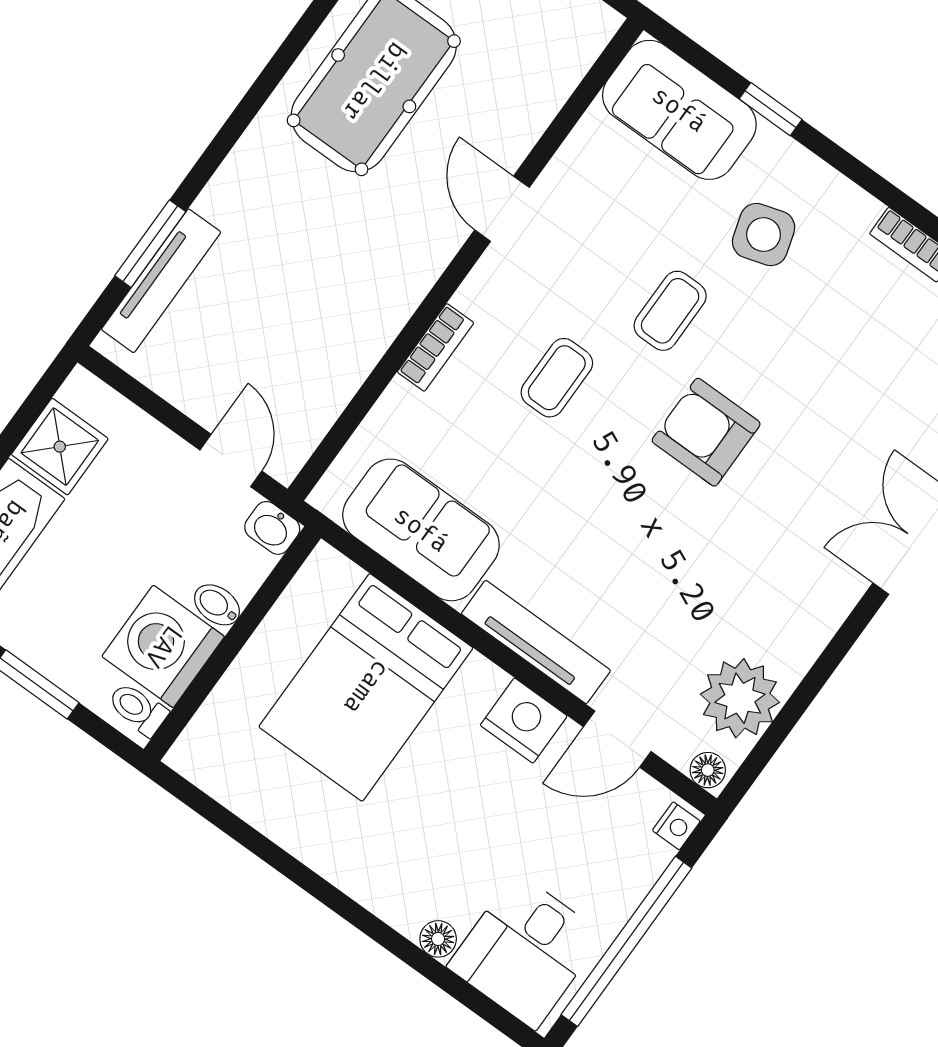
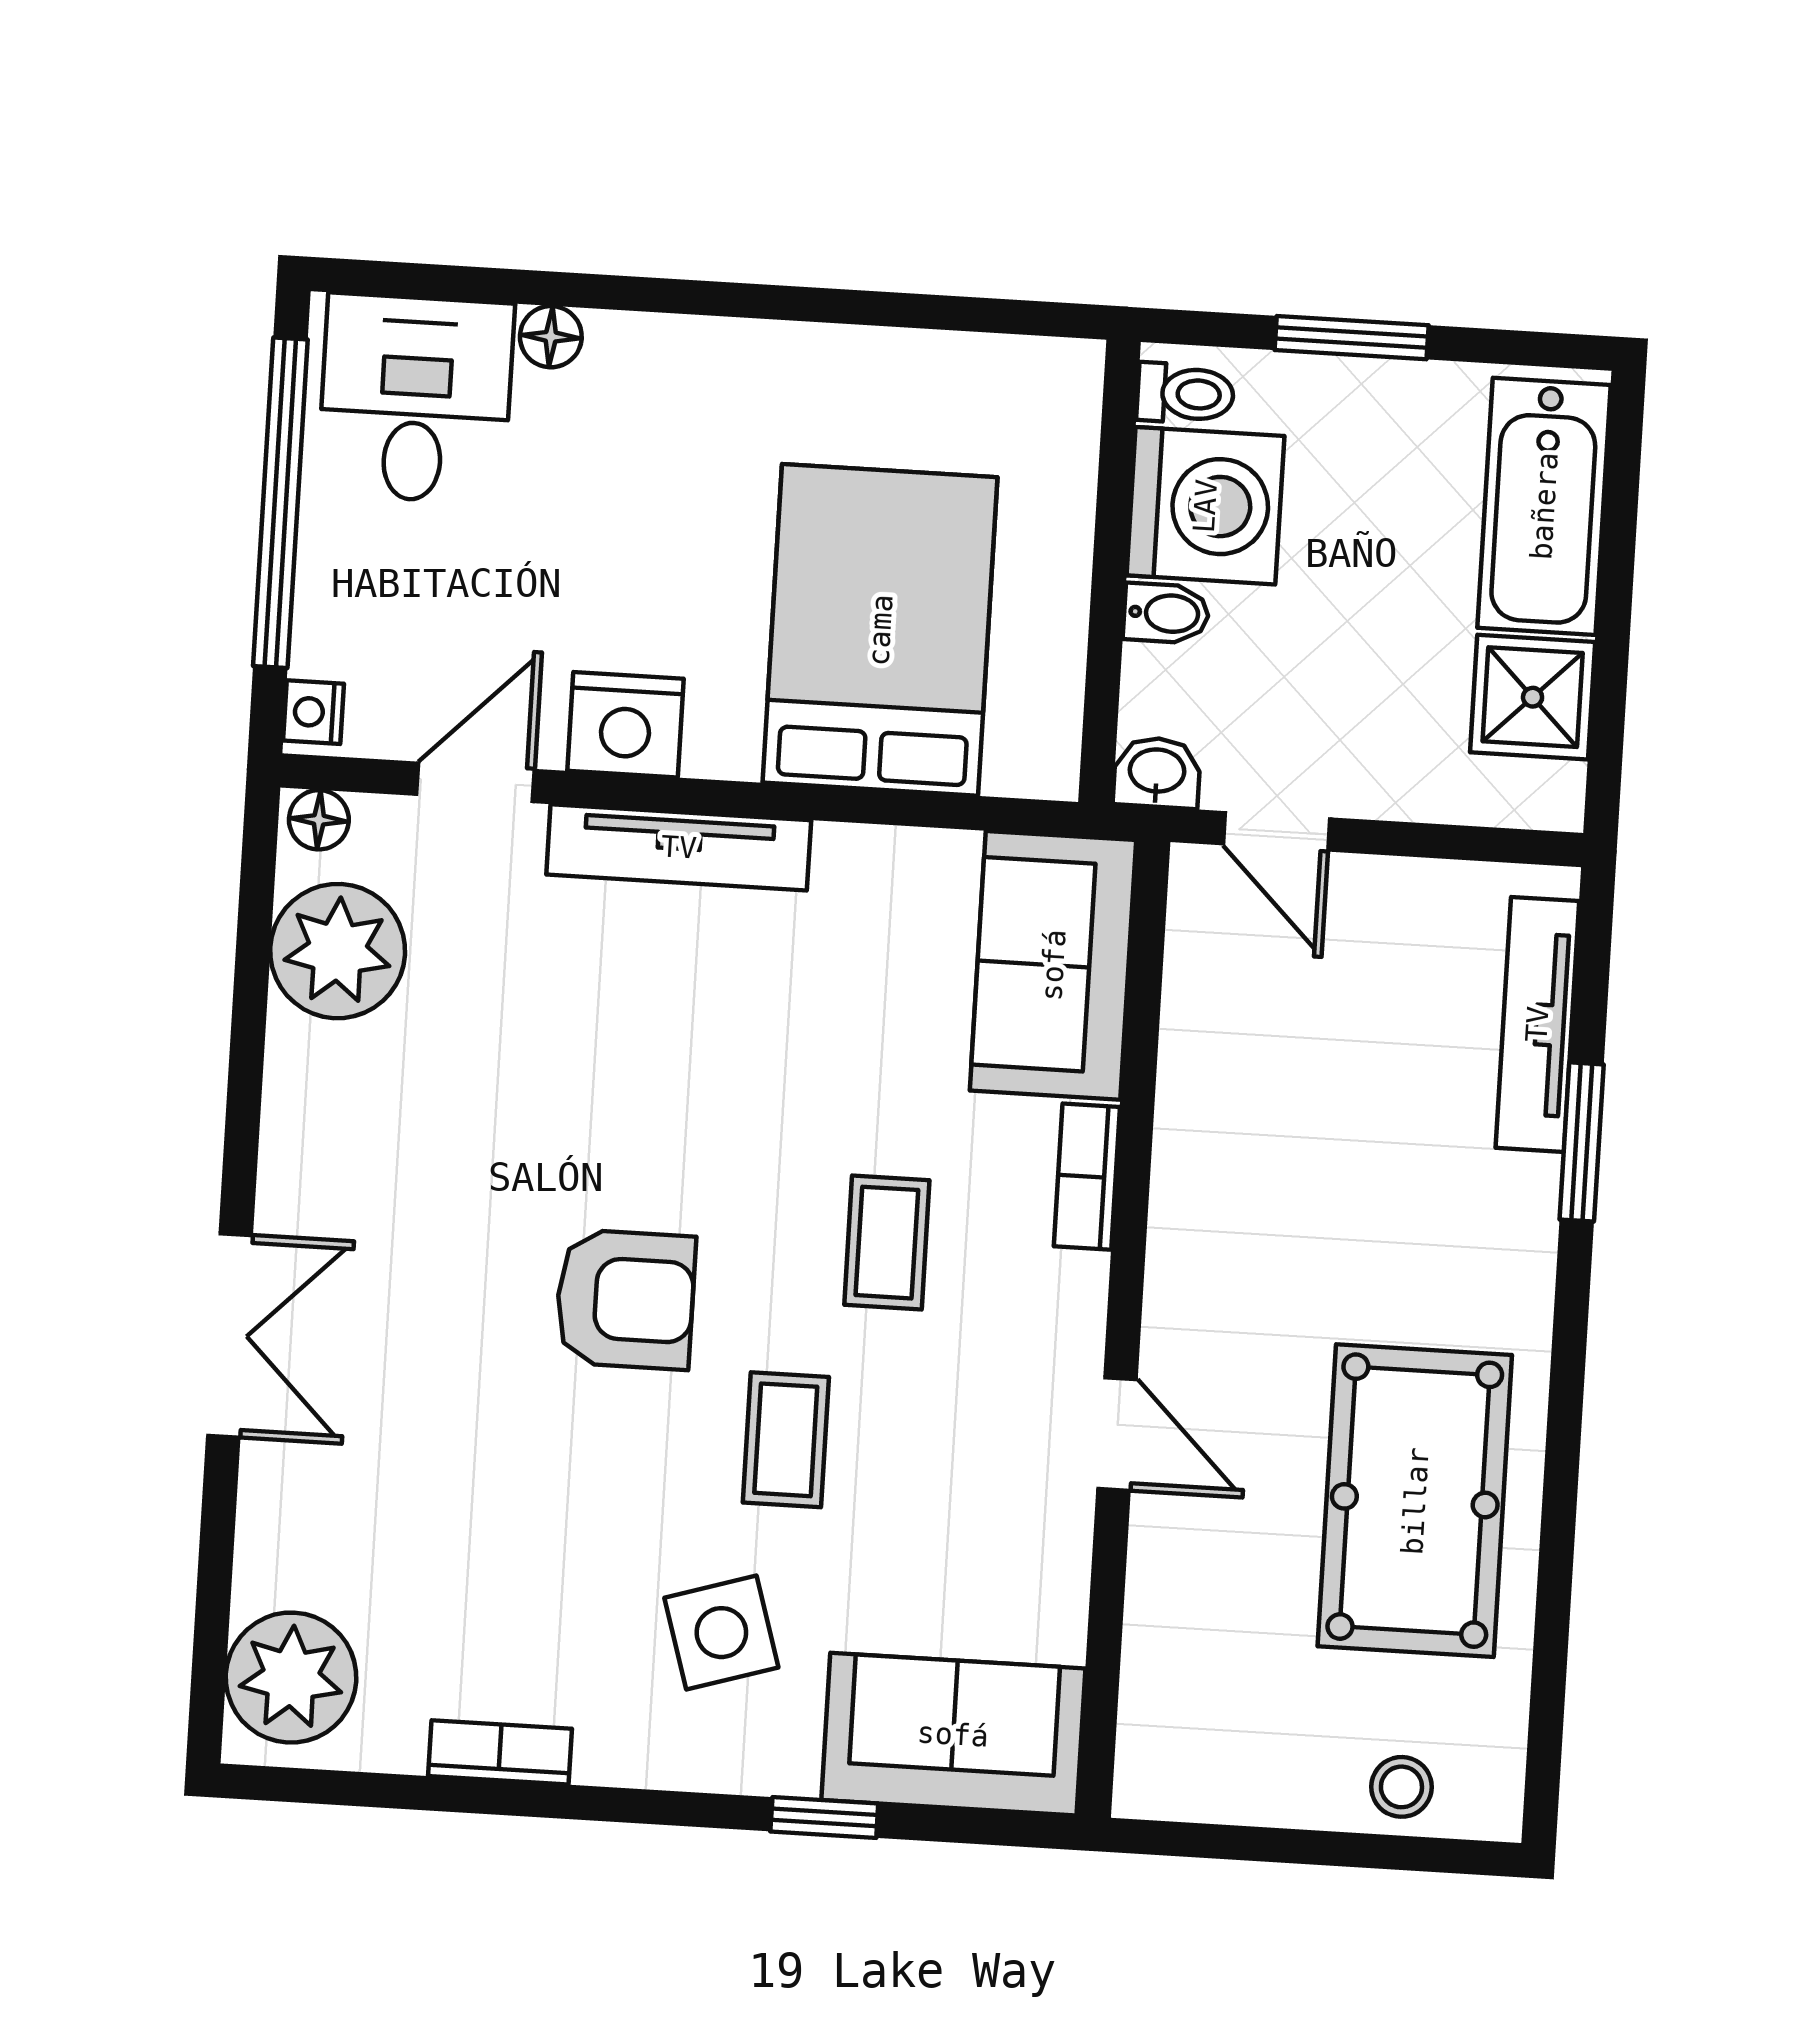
window: (150, 244) -> (1582, 1142), moved
sofa: (421, 530) -> (1053, 965), moved, turned 90

